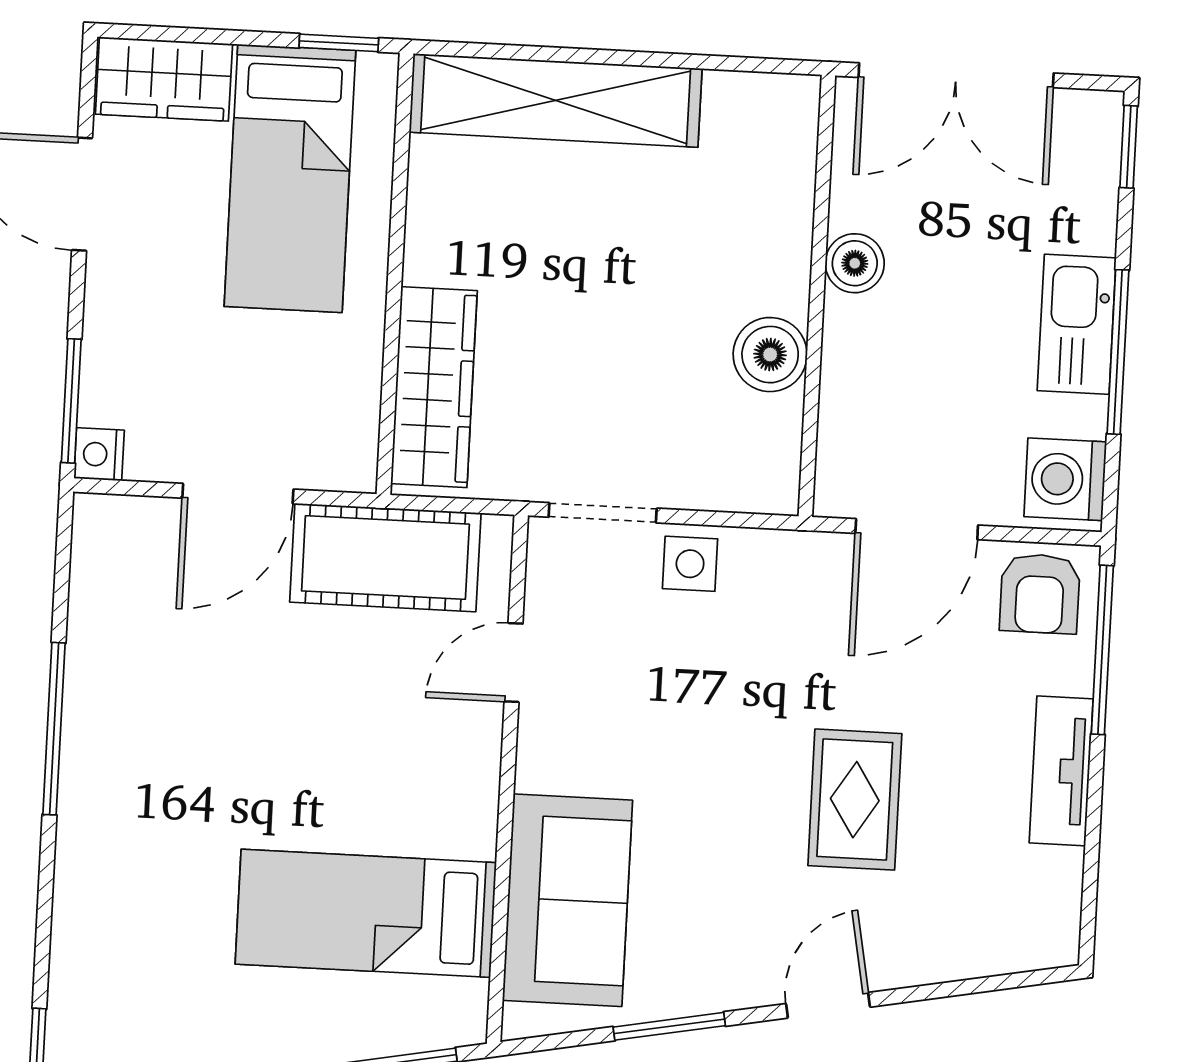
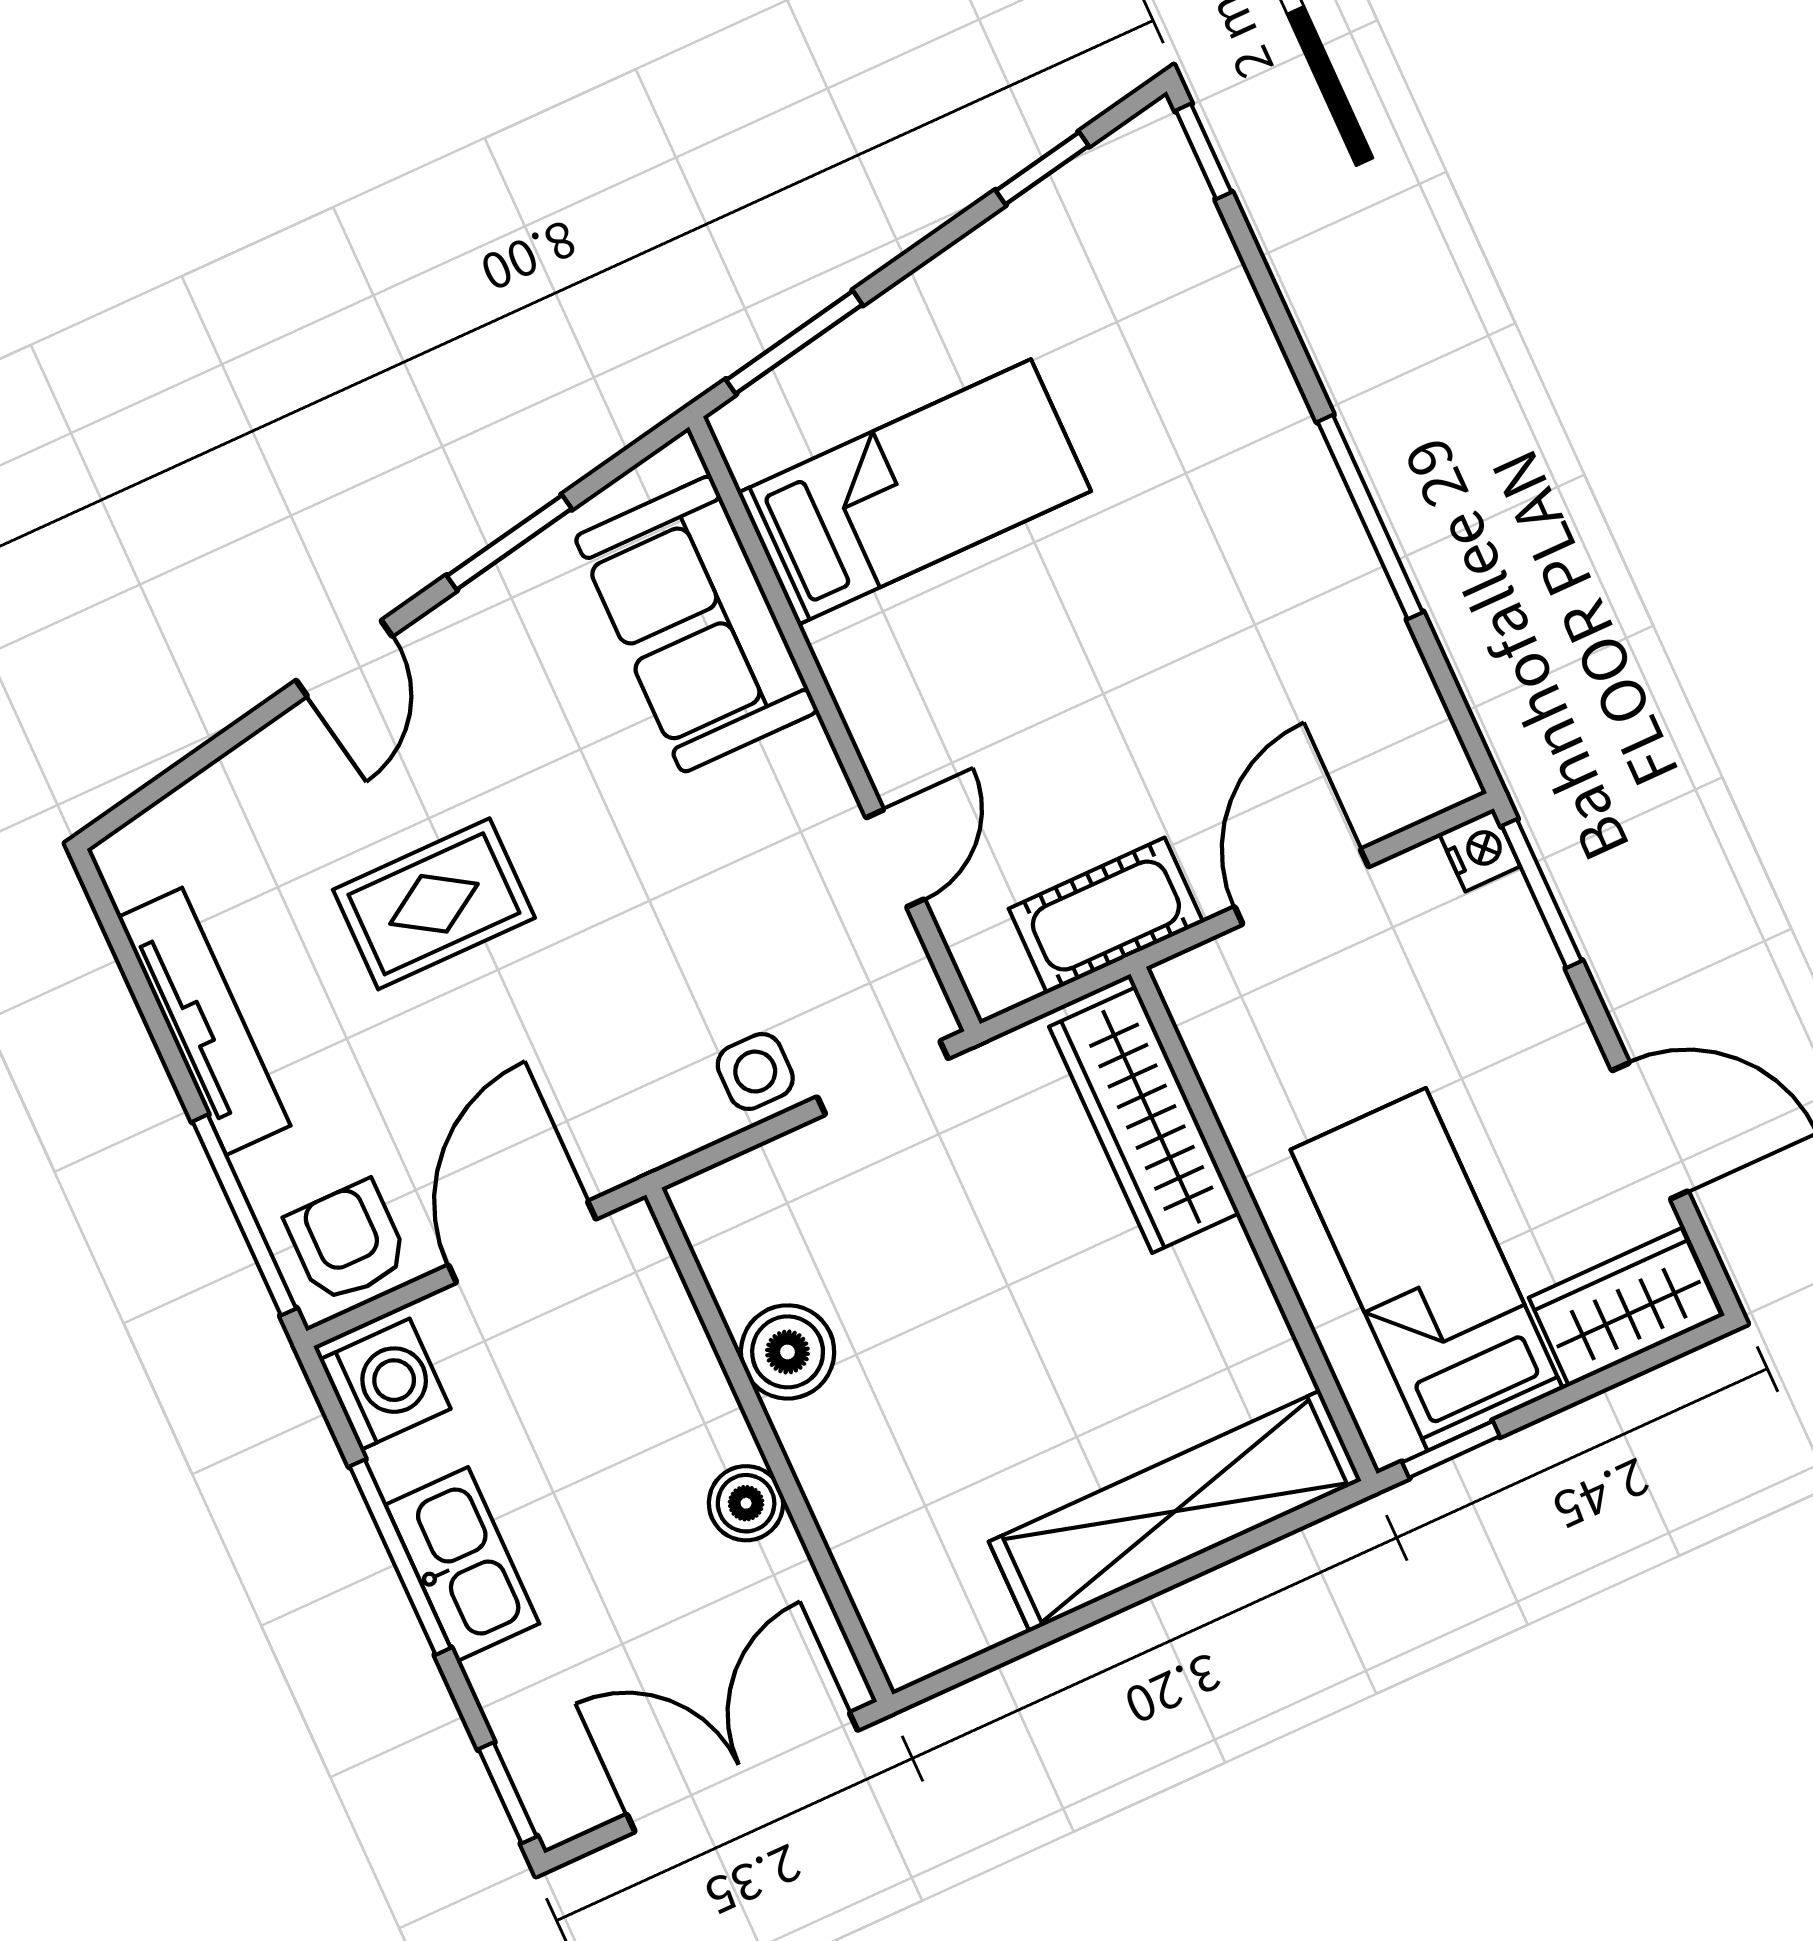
cot: (385, 558) -> (1106, 916), width x0.73, depth x0.75
tv unit: (1061, 771) -> (204, 1021), width x1.41
rug: (855, 800) -> (434, 904), turned 90

